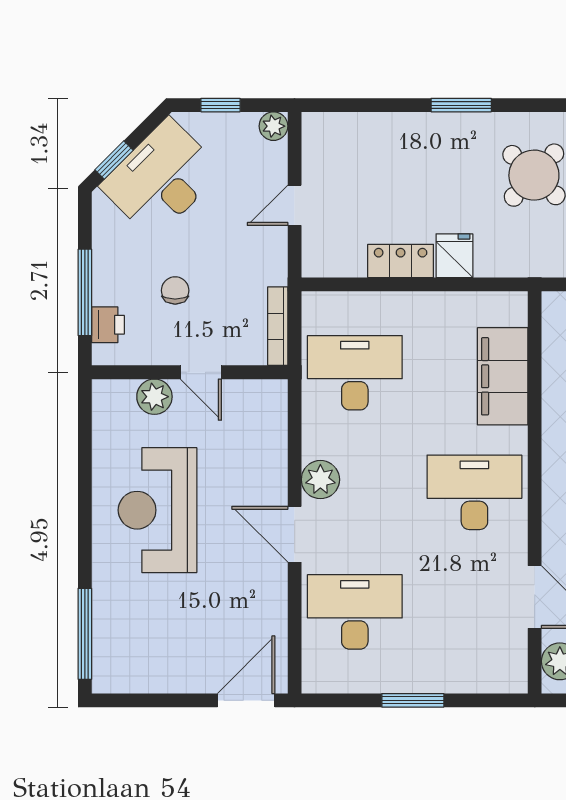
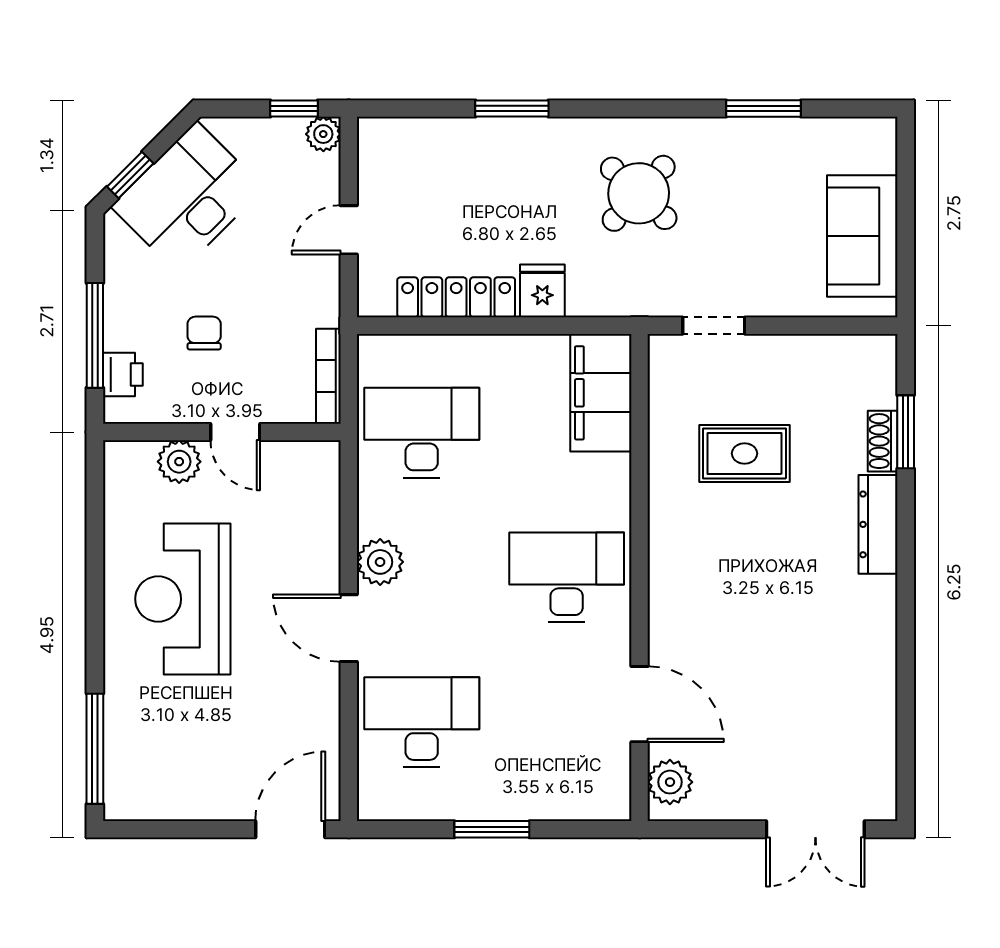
window: (221, 105) -> (294, 109), moved
window: (461, 105) -> (512, 109), moved
locker: (401, 261) -> (456, 297), width x1.53
filing cabinet: (503, 376) -> (601, 393), moved

